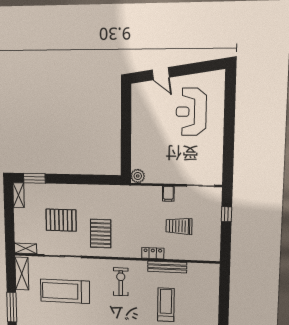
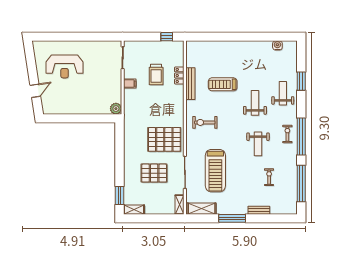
window: (226, 214) -> (167, 37), moved
pallet: (61, 220) -> (154, 173), turned 90
pallet: (101, 233) -> (164, 139), width x1.37, depth x1.41
locker: (153, 253) -> (179, 75), moved

